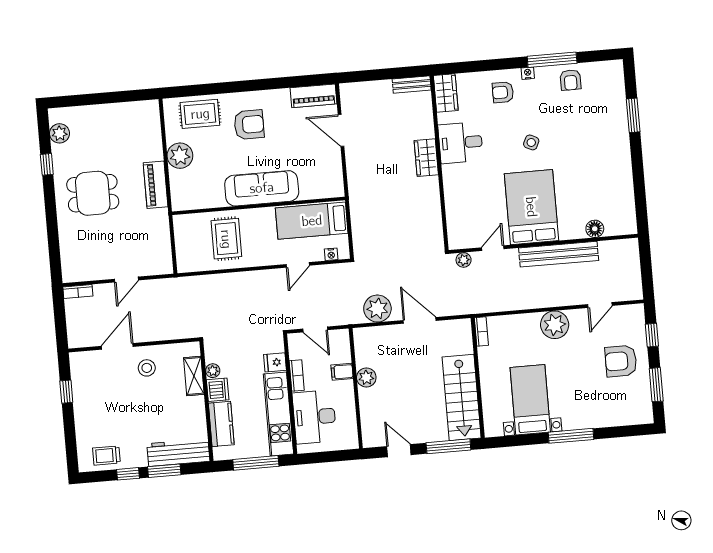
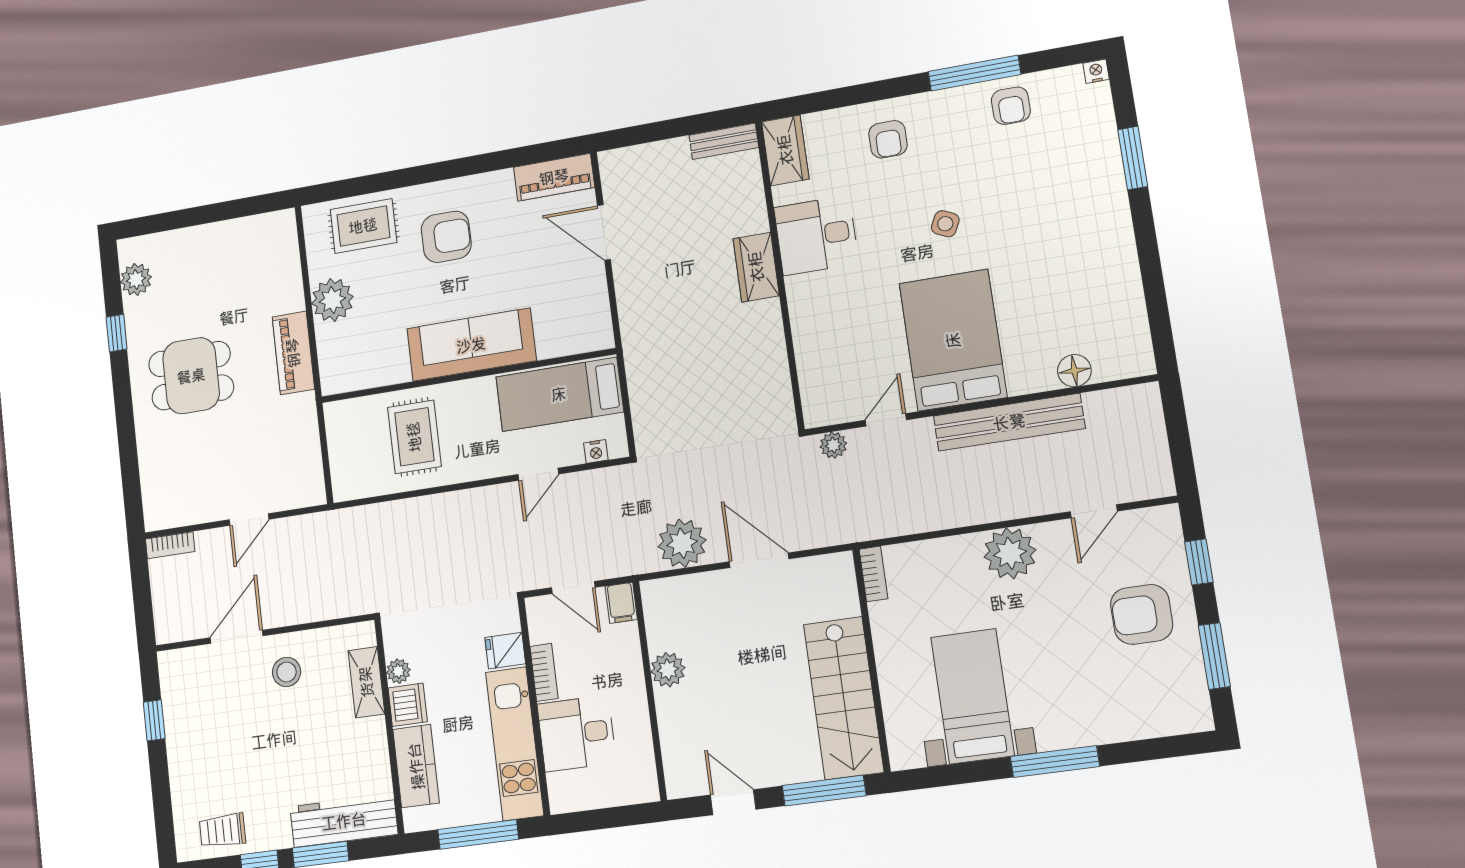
nightstand: (528, 73) -> (1096, 71), moved
armchair: (503, 92) -> (888, 139), turned -90
filing cabinet: (342, 372) -> (621, 603), moved, turned -90
desk: (314, 417) -> (577, 733), width x0.73

